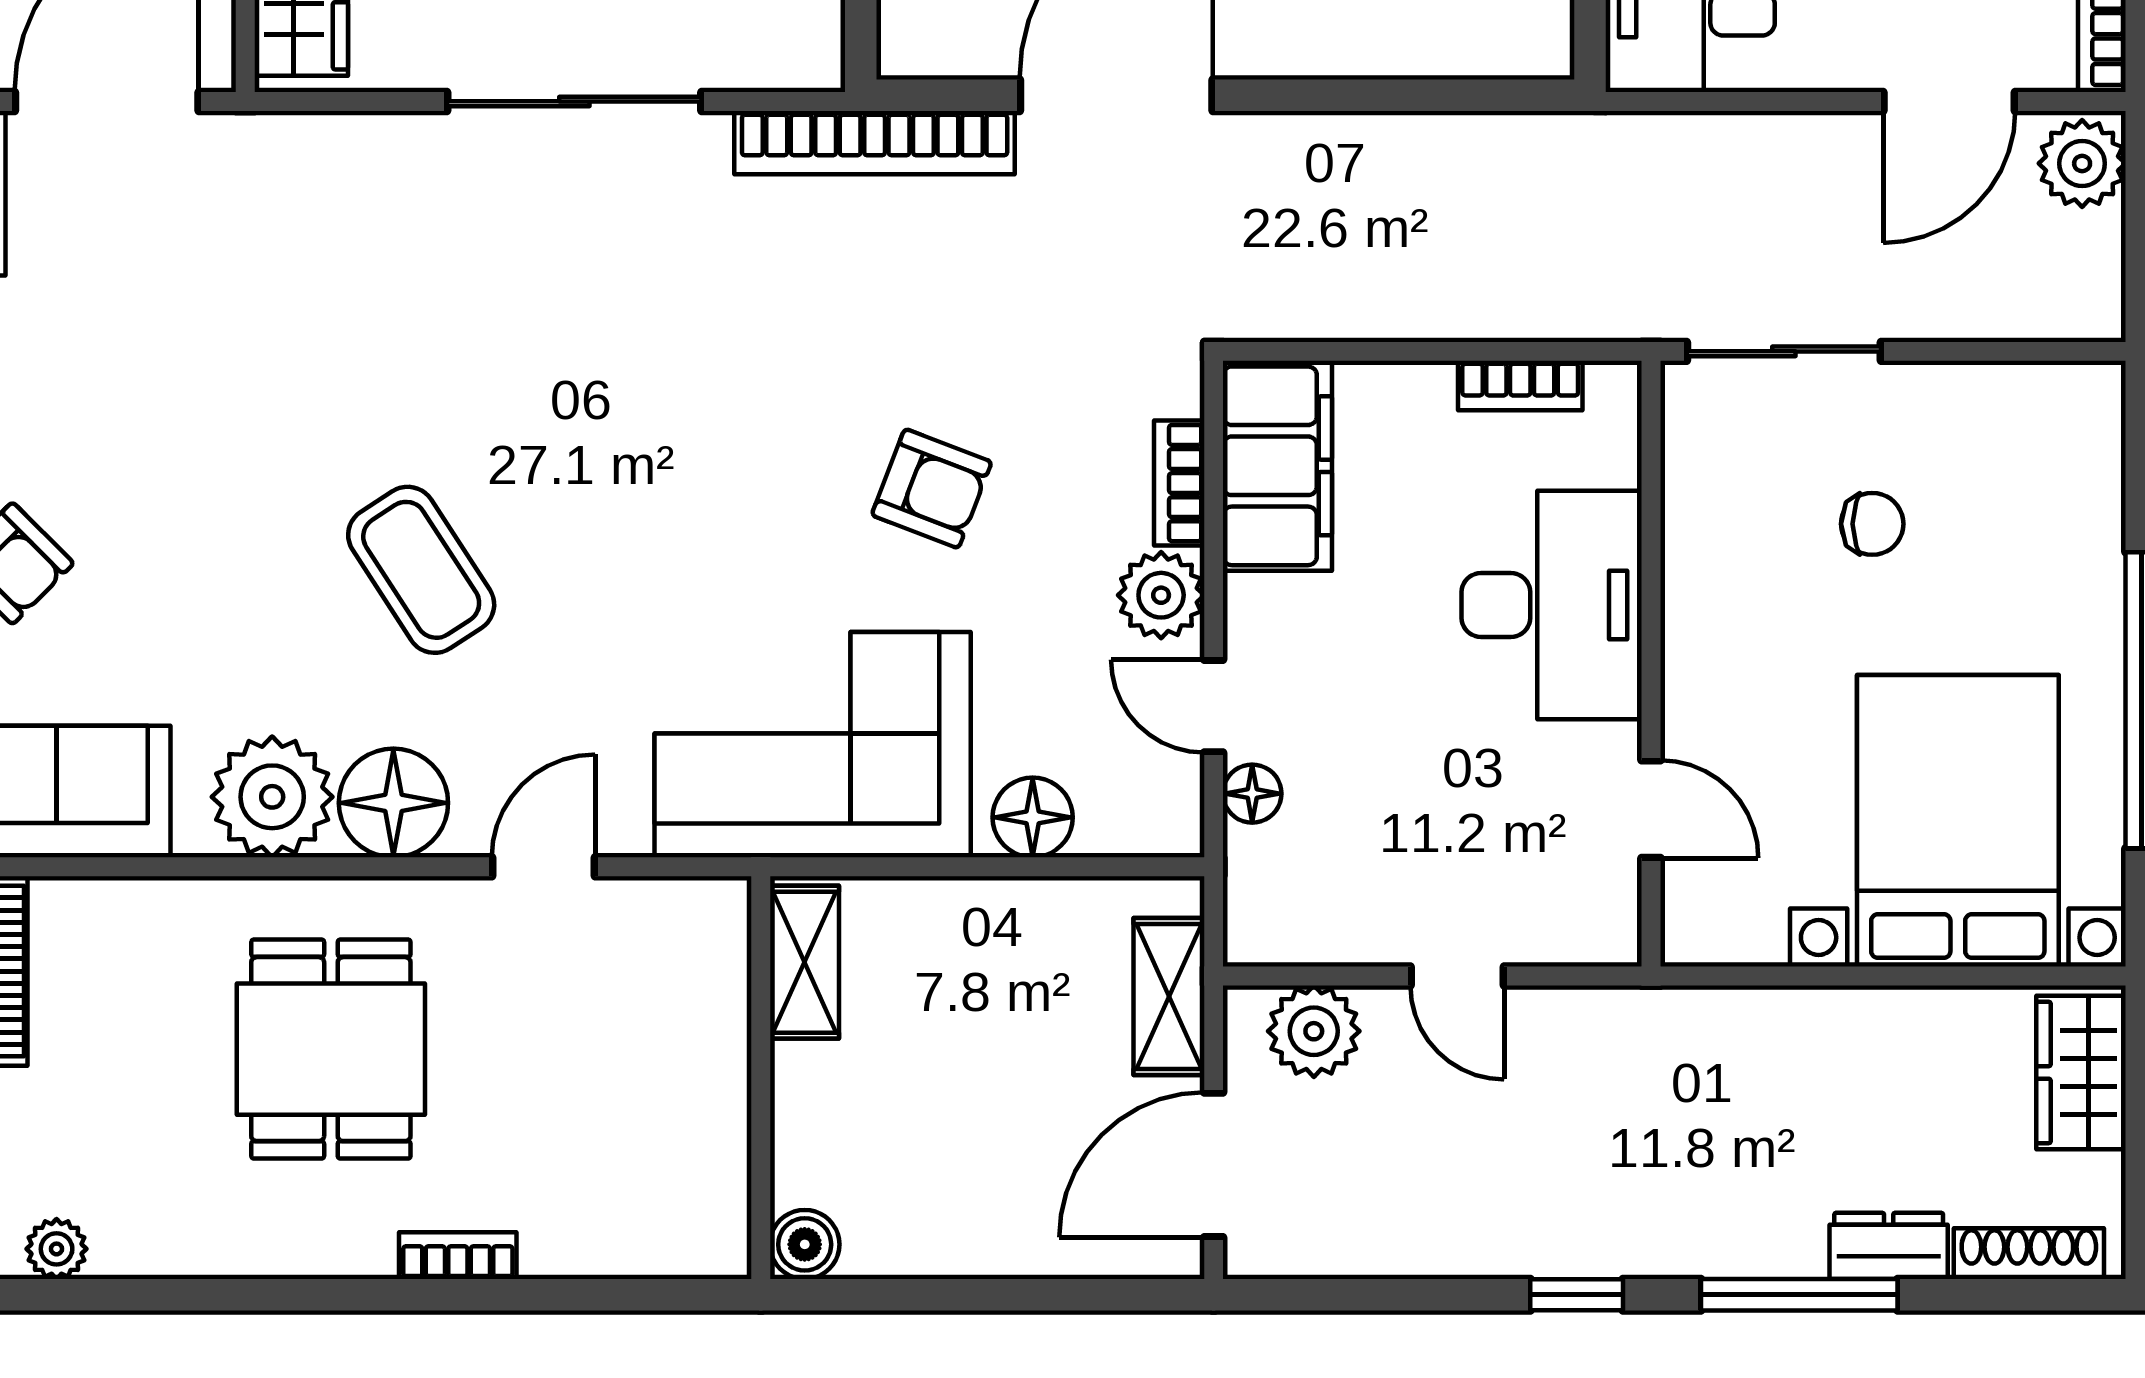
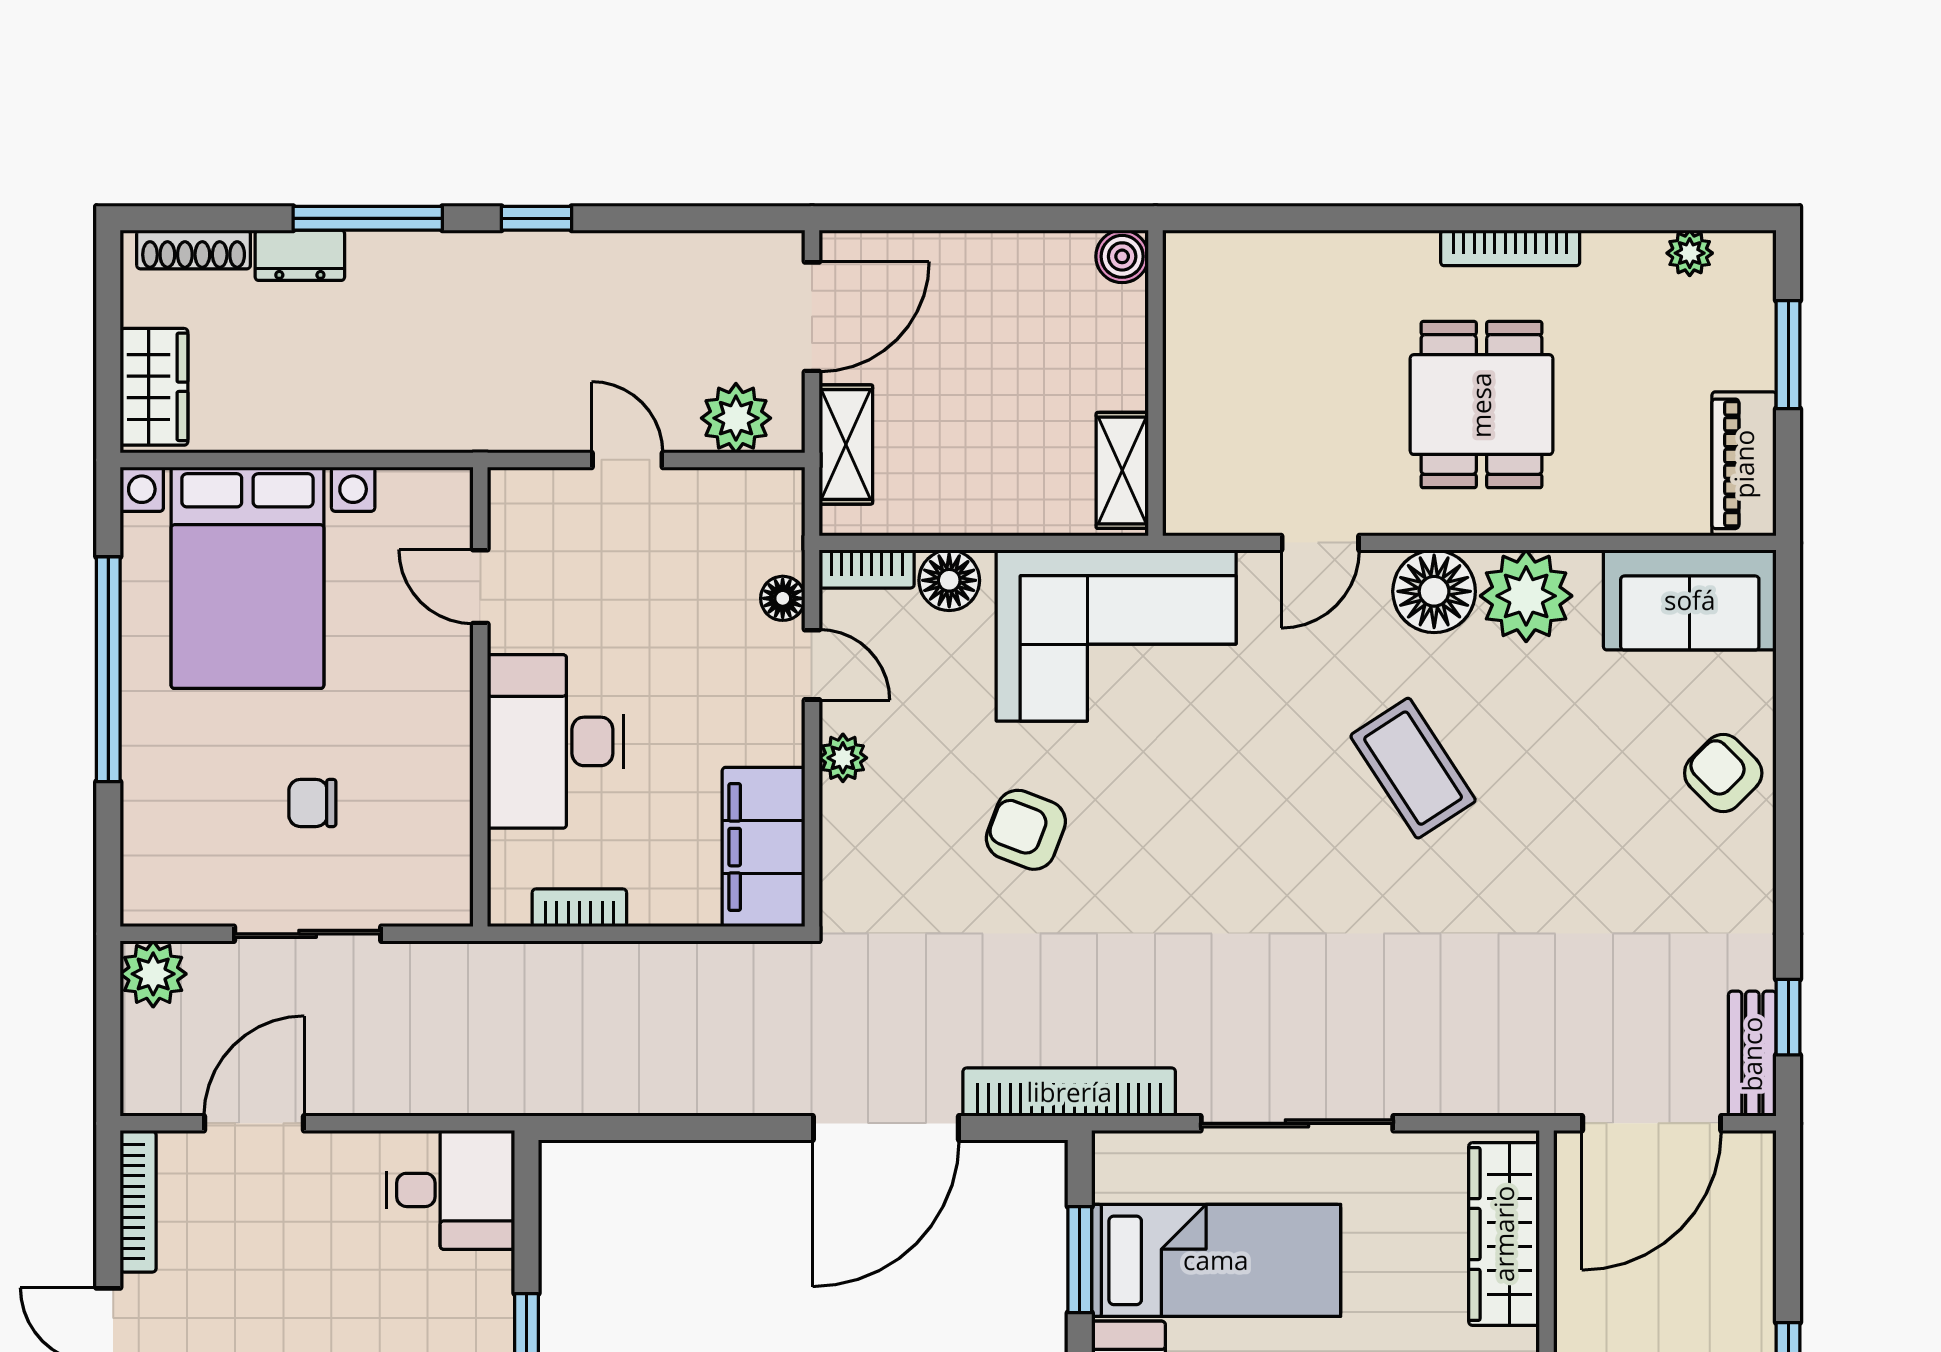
plant: (2082, 163) -> (153, 974), moved
sliding door: (1784, 351) -> (308, 934), moved
bookcase: (1179, 483) -> (867, 569), moved, turned 90
plant: (1161, 595) -> (843, 758), width x0.73, depth x0.73
bookcase: (458, 1256) -> (1510, 248), moved, width x1.56

